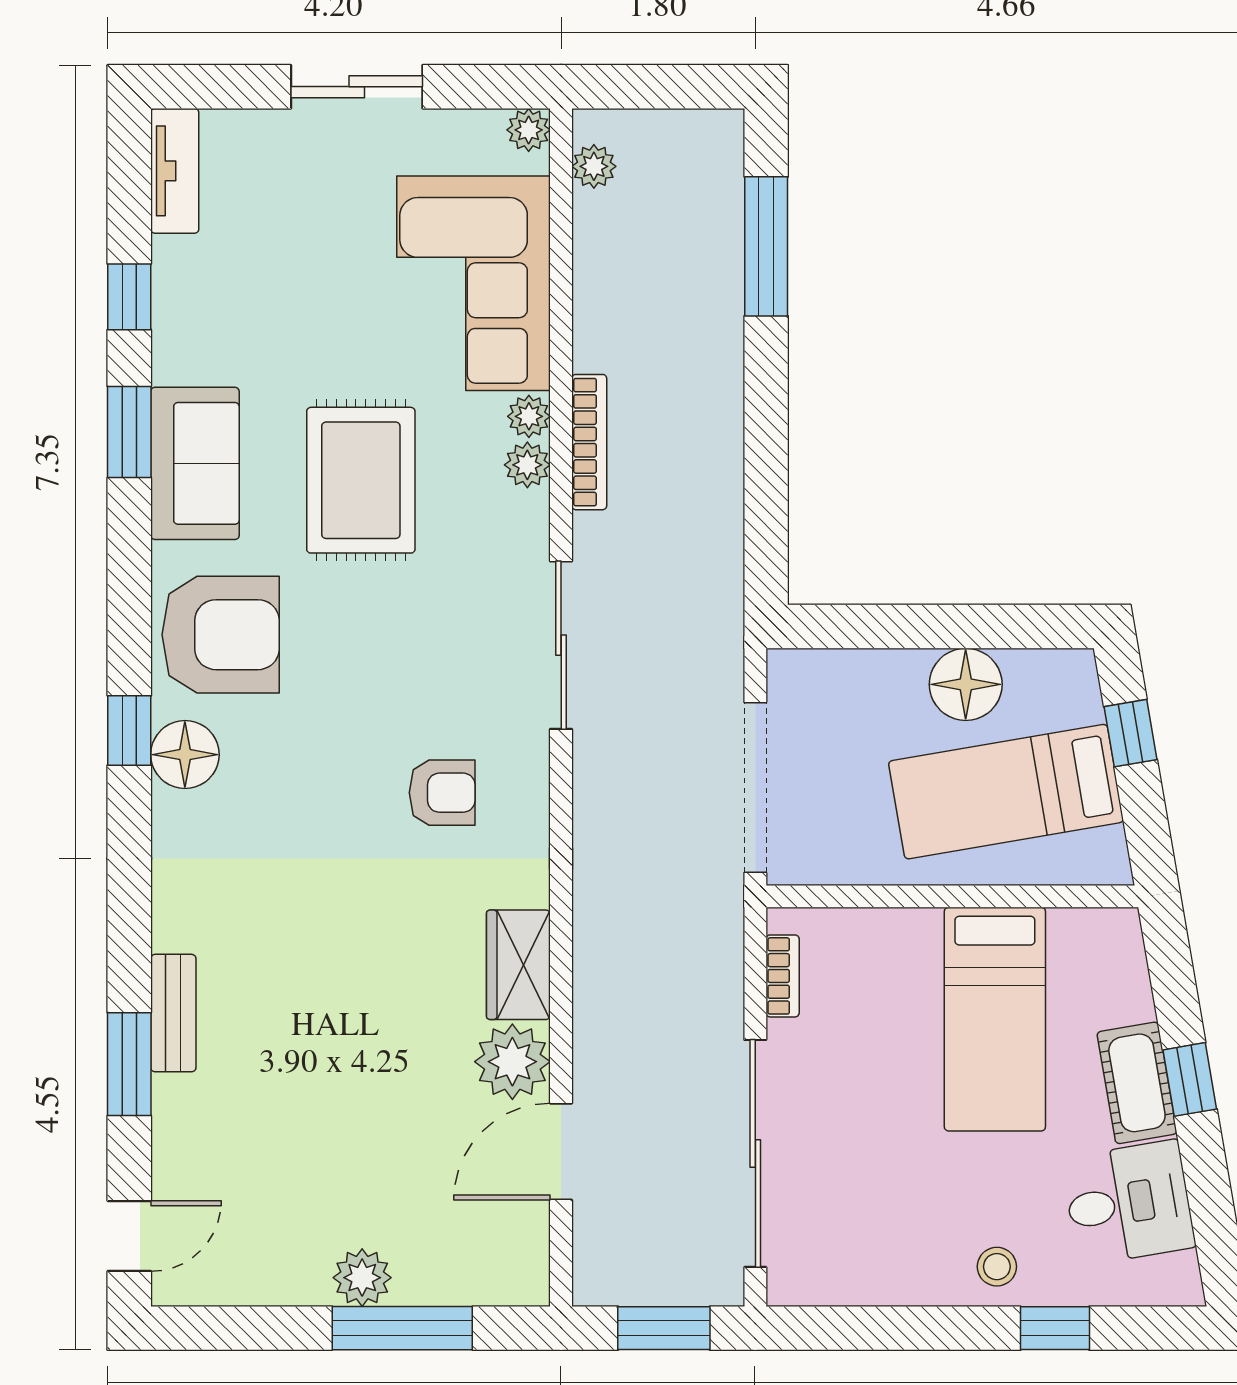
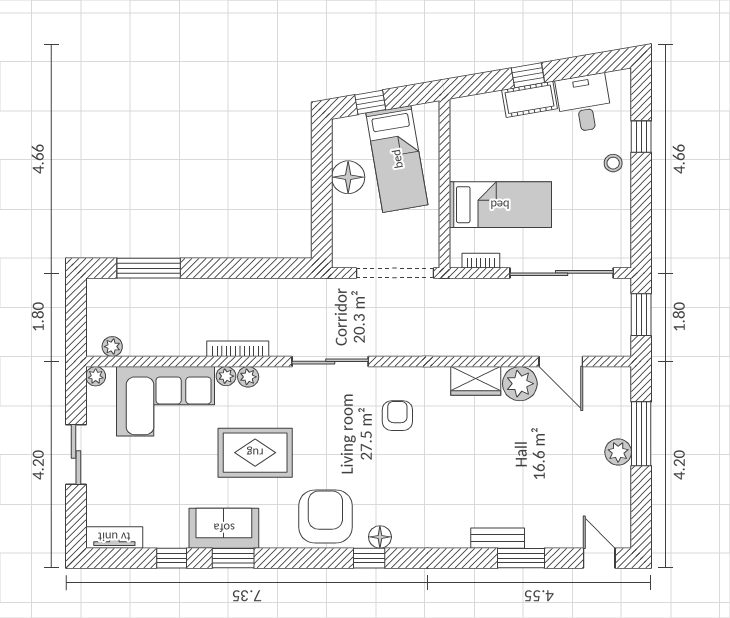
sofa: (195, 463) -> (224, 528), moved
floor lamp: (185, 755) -> (380, 537), width x0.73, depth x0.73
bed: (995, 1019) -> (500, 205), moved

